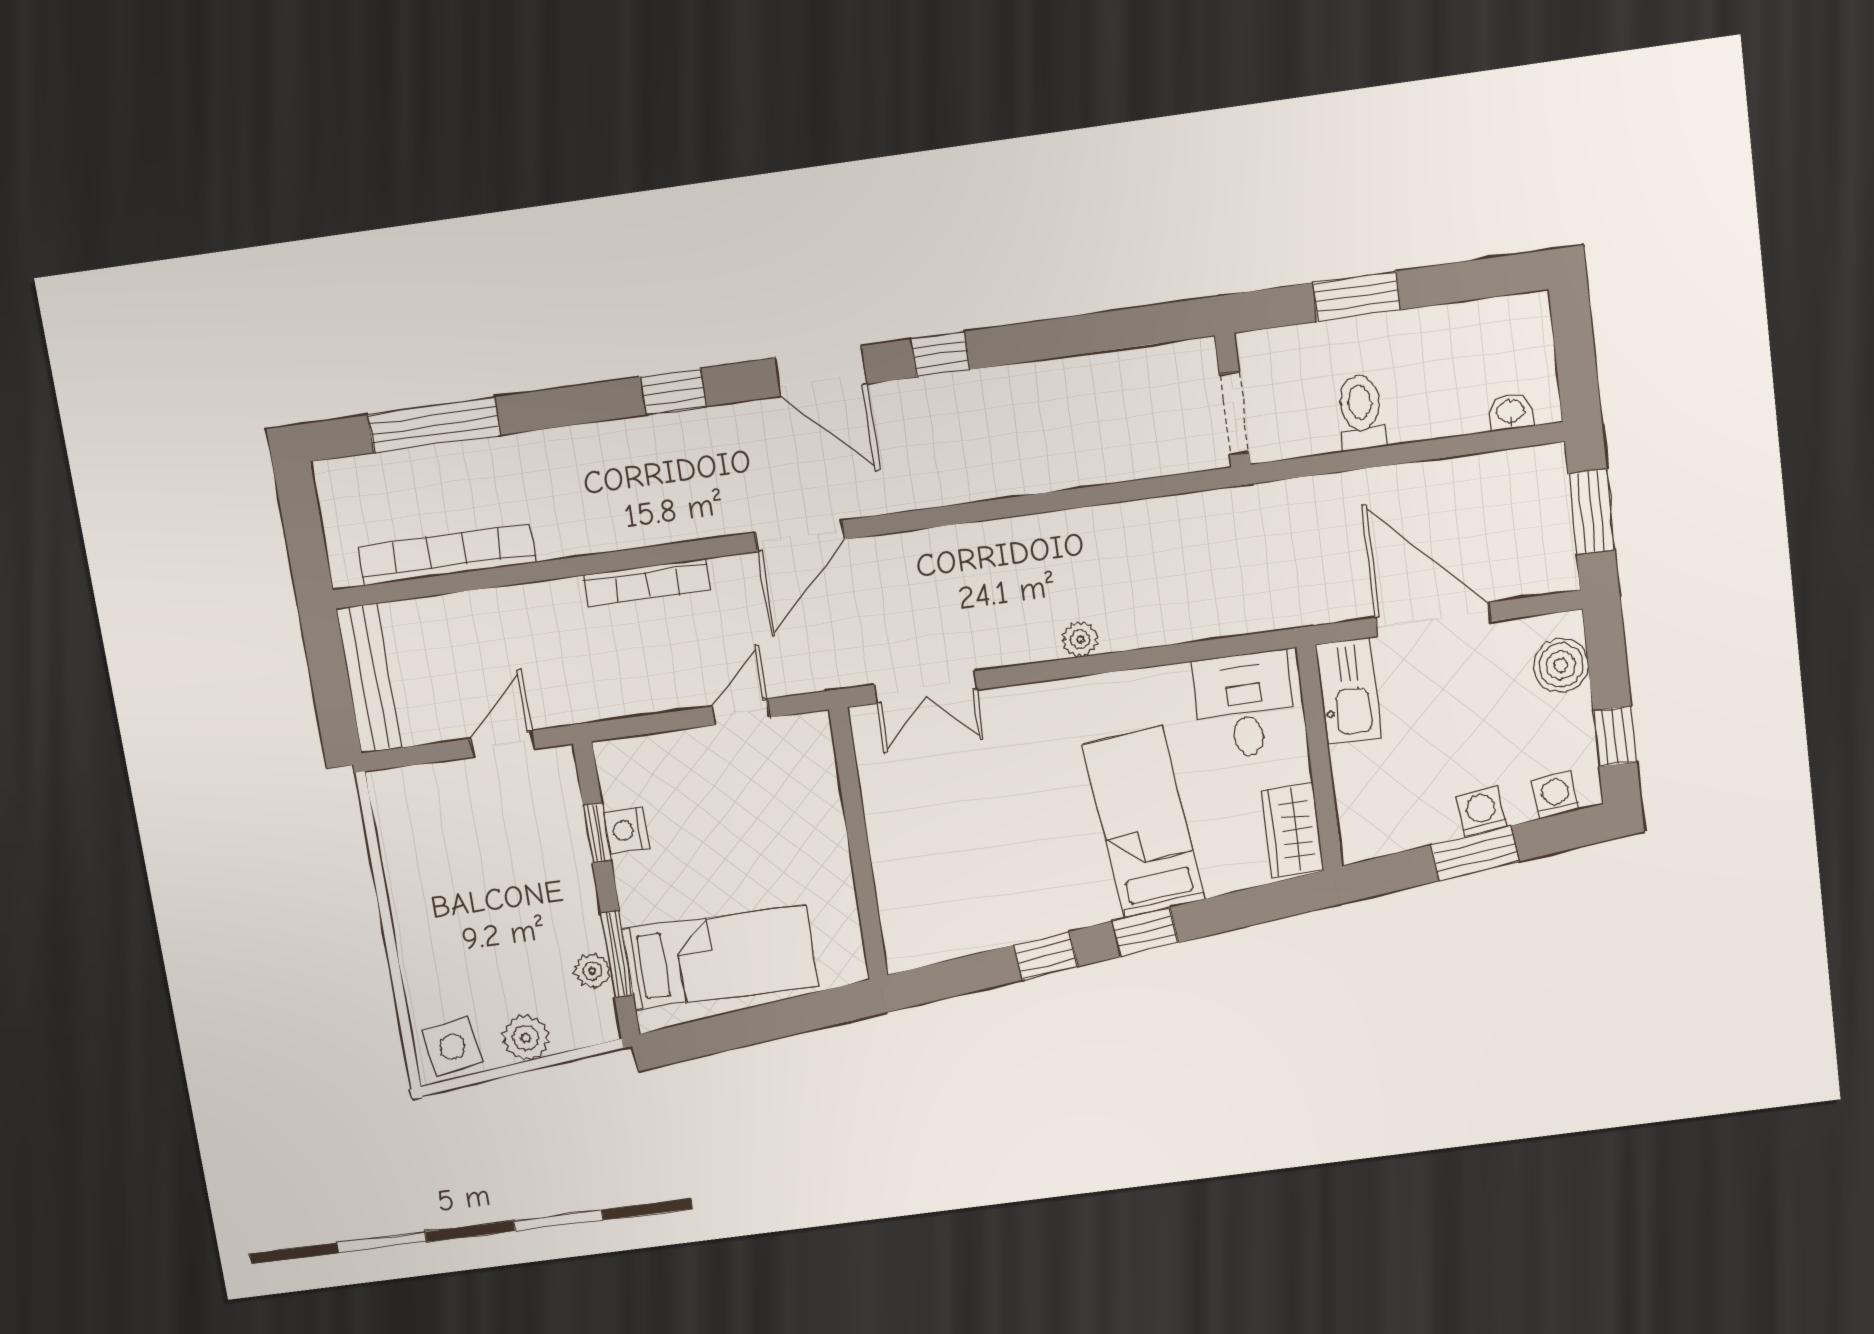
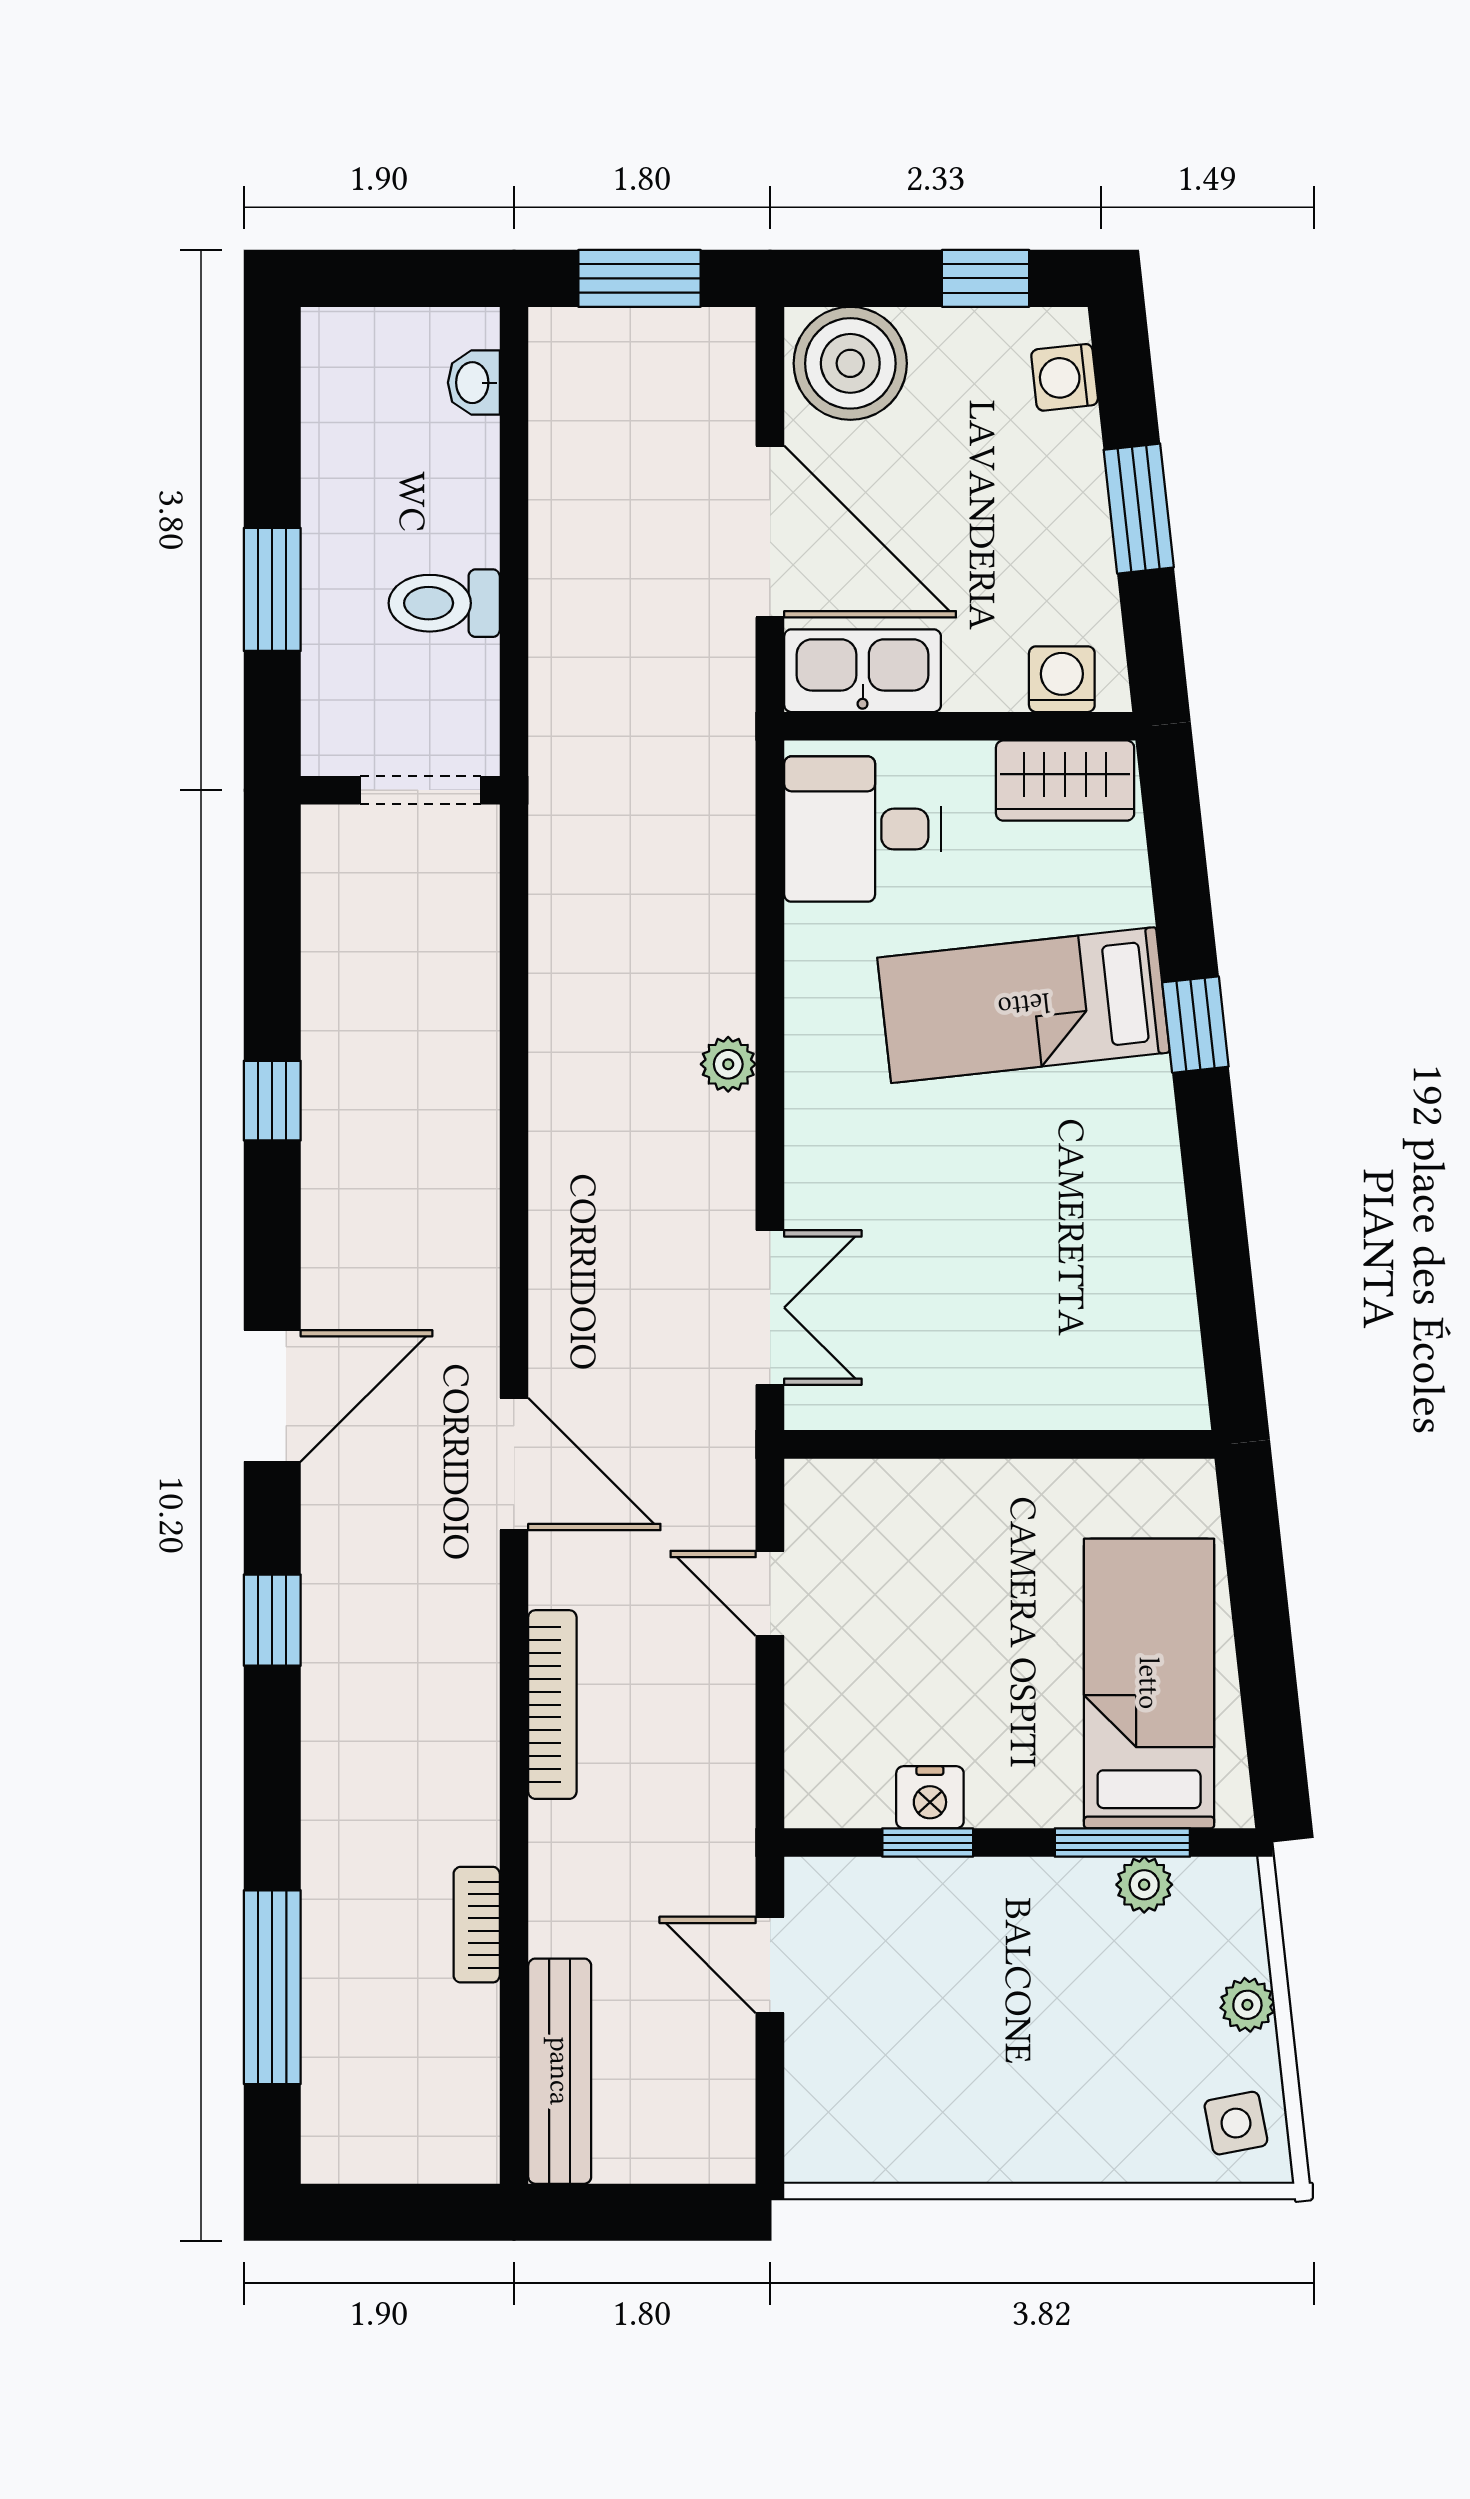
window: (940, 354) -> (272, 1101), moved
bookcase: (447, 555) -> (477, 1925), width x0.43, depth x0.76
door: (1433, 619) -> (770, 532), swing flipped
boiler: (1561, 665) -> (850, 363), width x1.37, depth x1.37
bench: (369, 678) -> (560, 2071), moved, turned 90
washing machine: (1482, 812) -> (1062, 679), moved, turned 96
window: (1046, 956) -> (1213, 1182), removed
plant: (526, 1038) -> (1247, 2005), width x0.73, depth x0.73
side table: (452, 1047) -> (1236, 2123), width x0.73, depth x0.73

